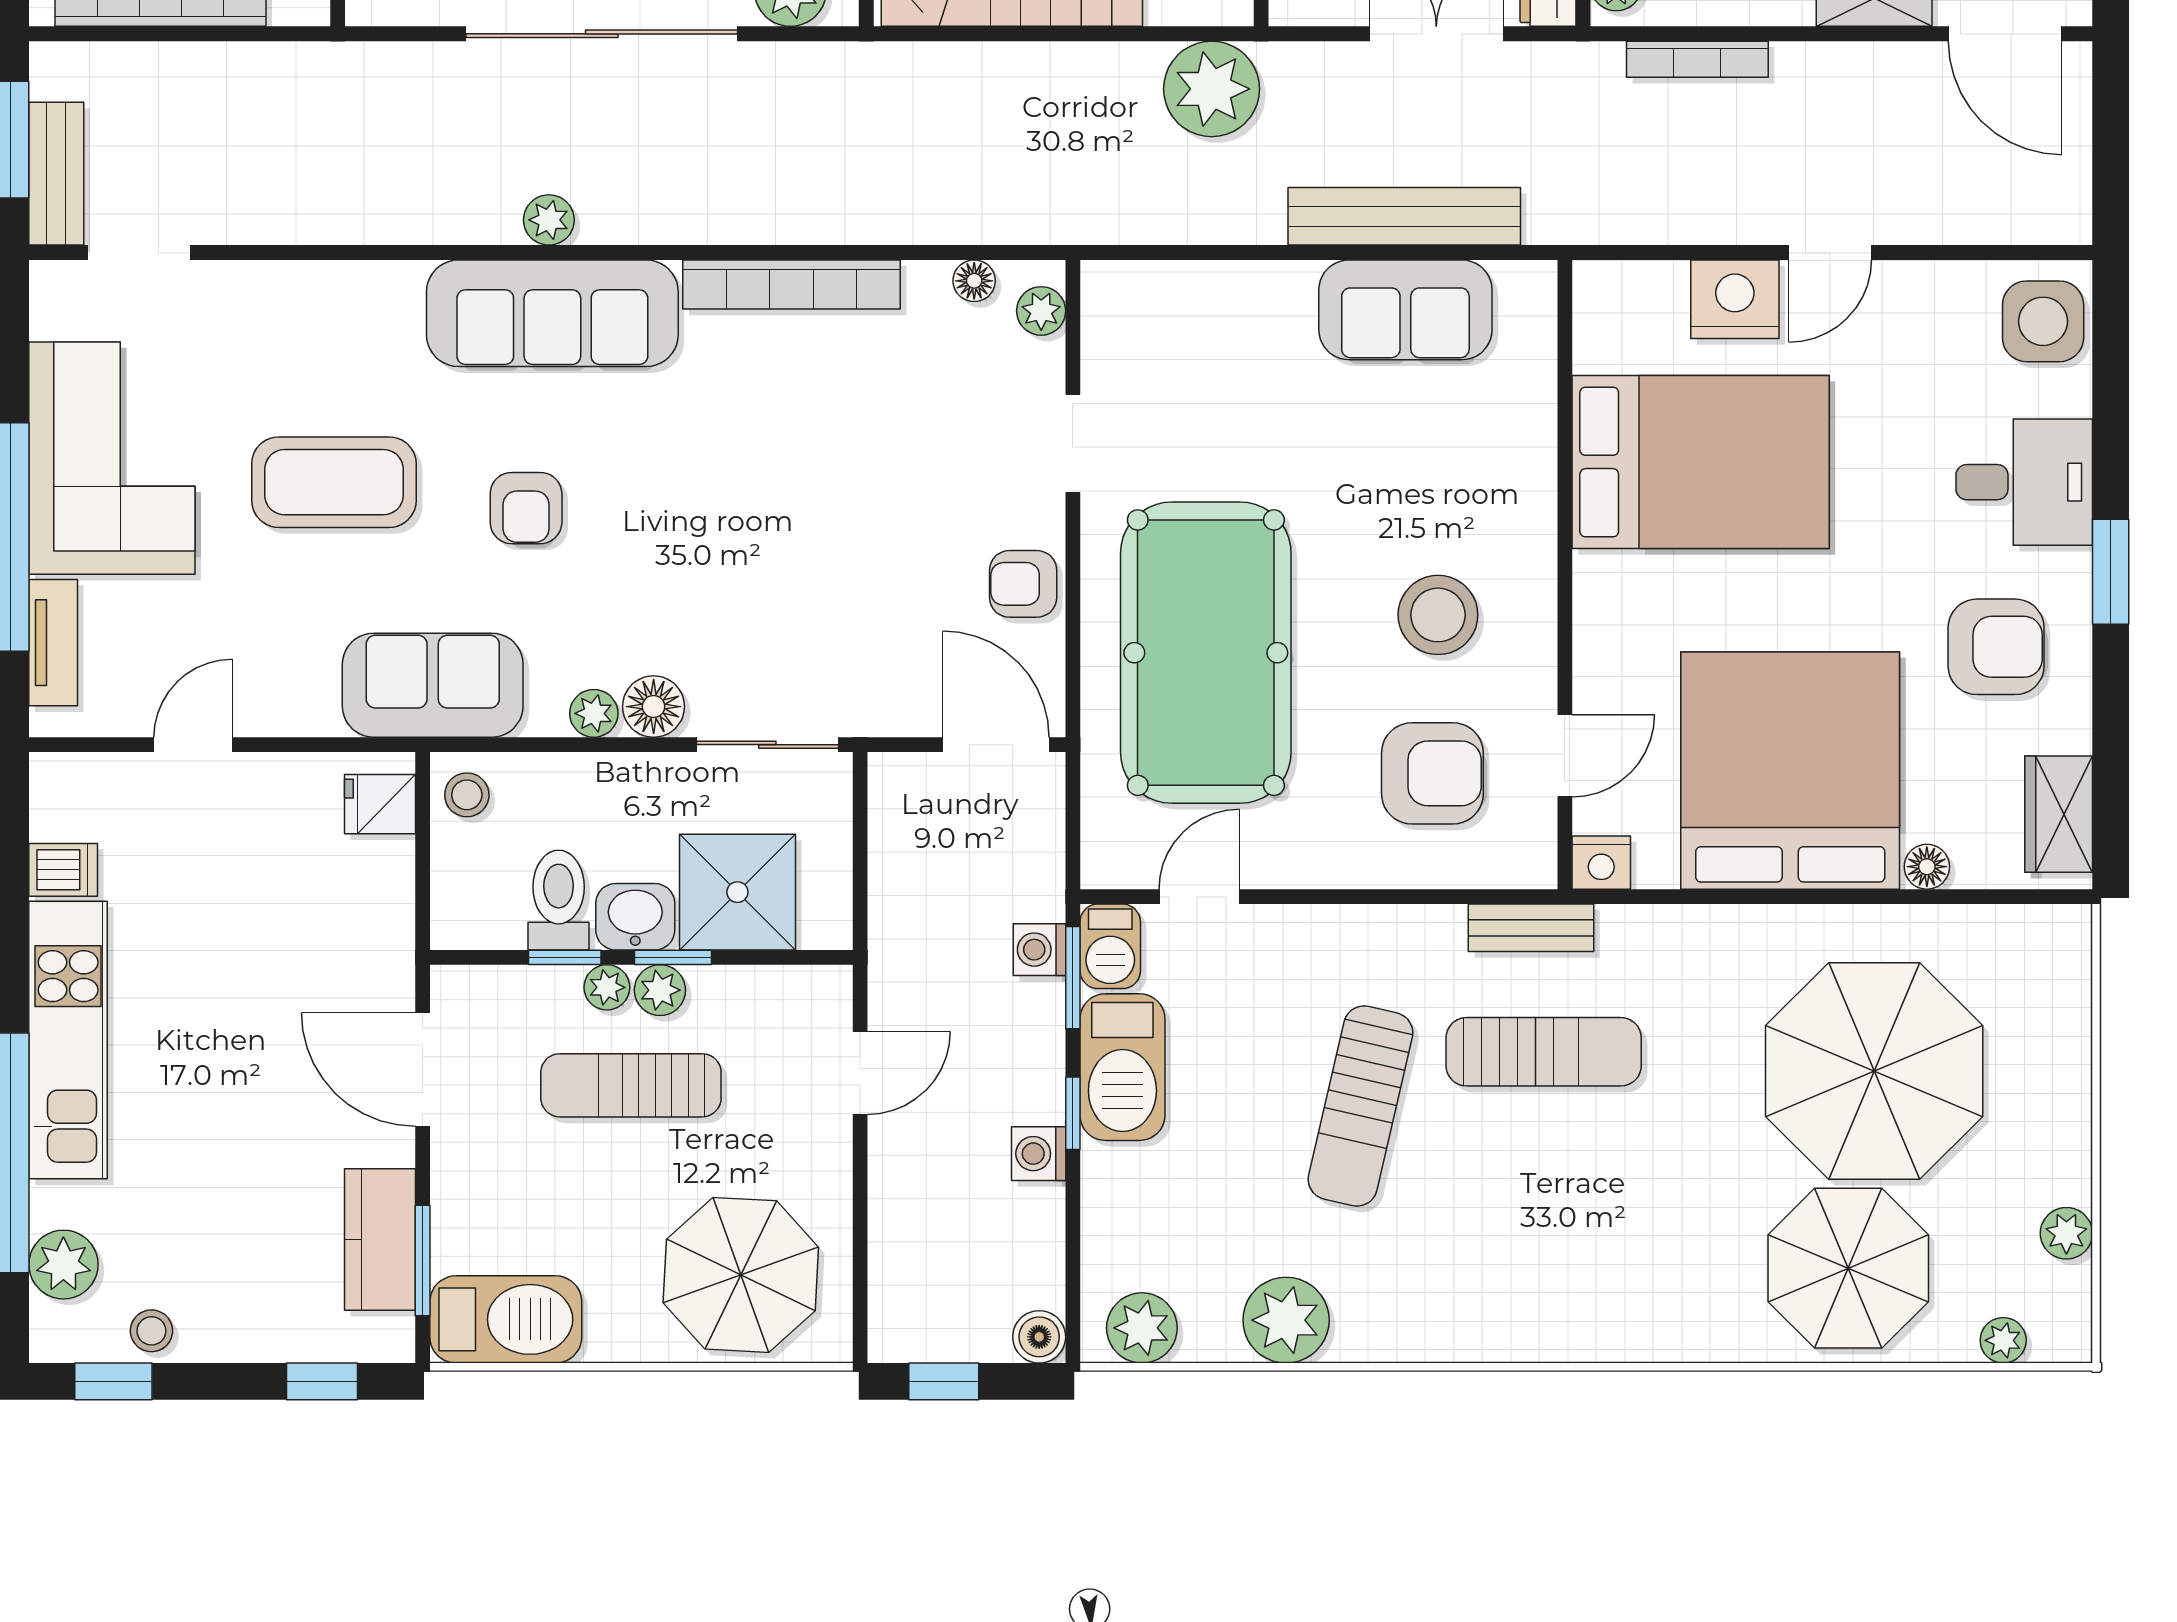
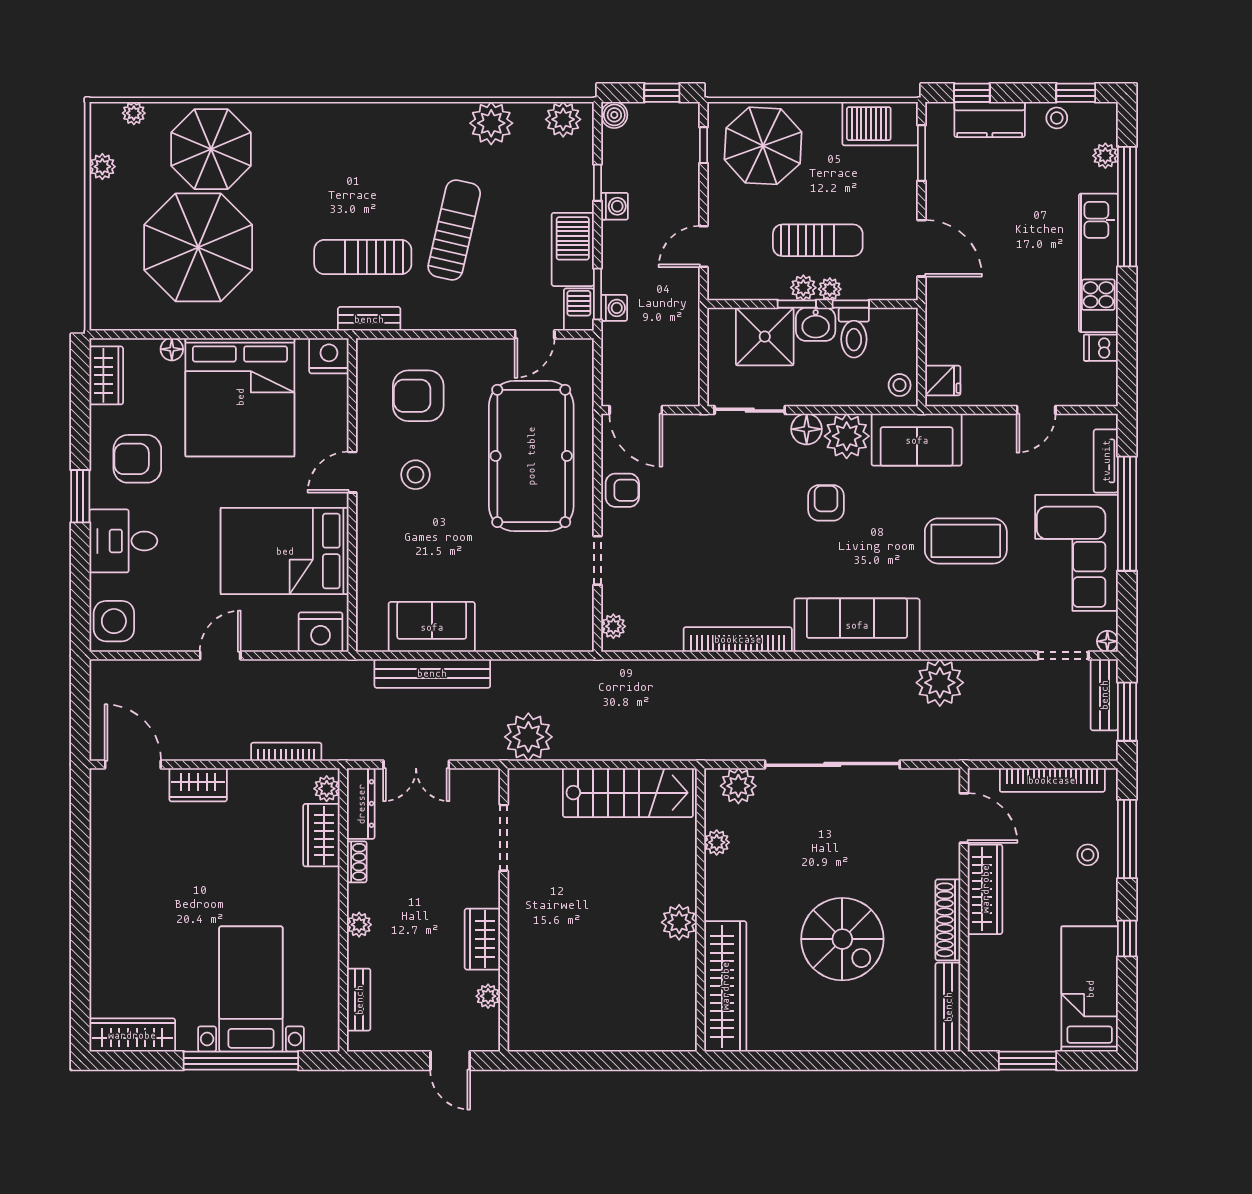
plant: (549, 220) -> (940, 683), moved, width x1.87, depth x1.87
floor lamp: (974, 281) -> (1107, 641), moved
nightstand: (1735, 299) -> (321, 632), moved
armchair: (526, 508) -> (826, 503), moved
stool: (1438, 615) -> (416, 475), width x0.73, depth x0.73
plant: (594, 713) -> (847, 436), width x1.88, depth x1.88
door: (1565, 756) -> (352, 472), moved
nightstand: (1601, 863) -> (329, 356), width x1.36, depth x1.33
window: (1073, 1113) -> (598, 183), moved
kitchen counter: (380, 1240) -> (990, 119), moved, turned 90
plant: (63, 1265) -> (1105, 156), width x0.73, depth x0.73
window: (860, 1276) -> (704, 145), added

